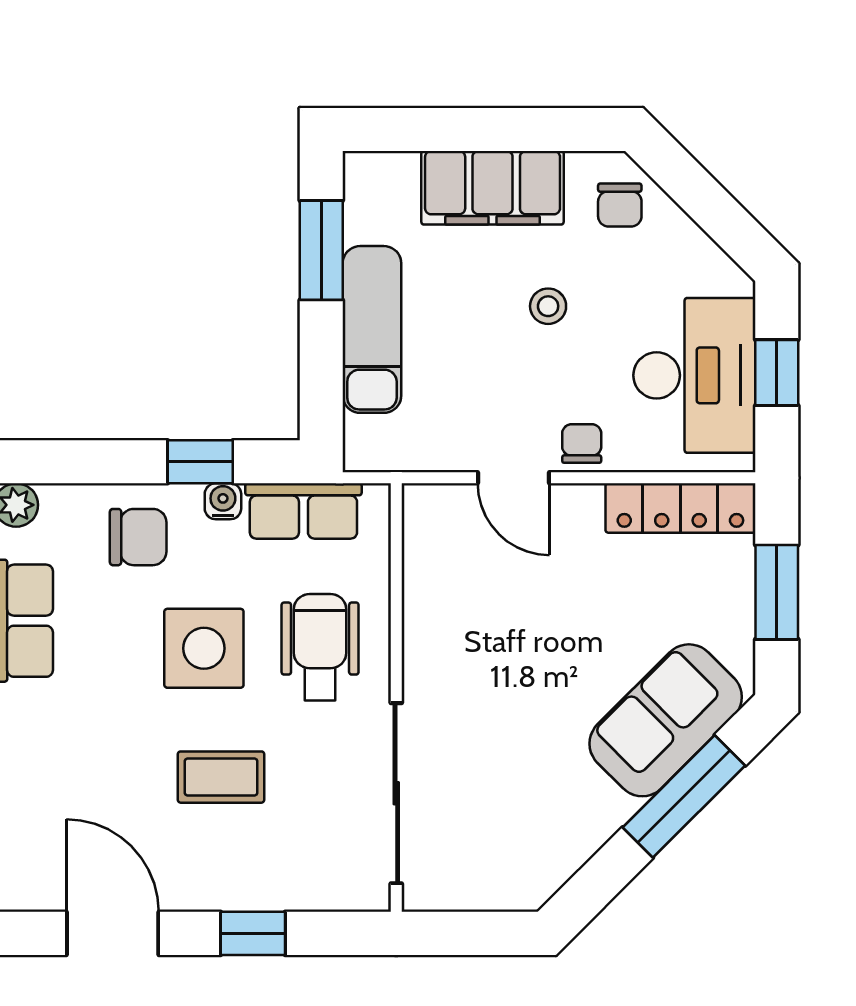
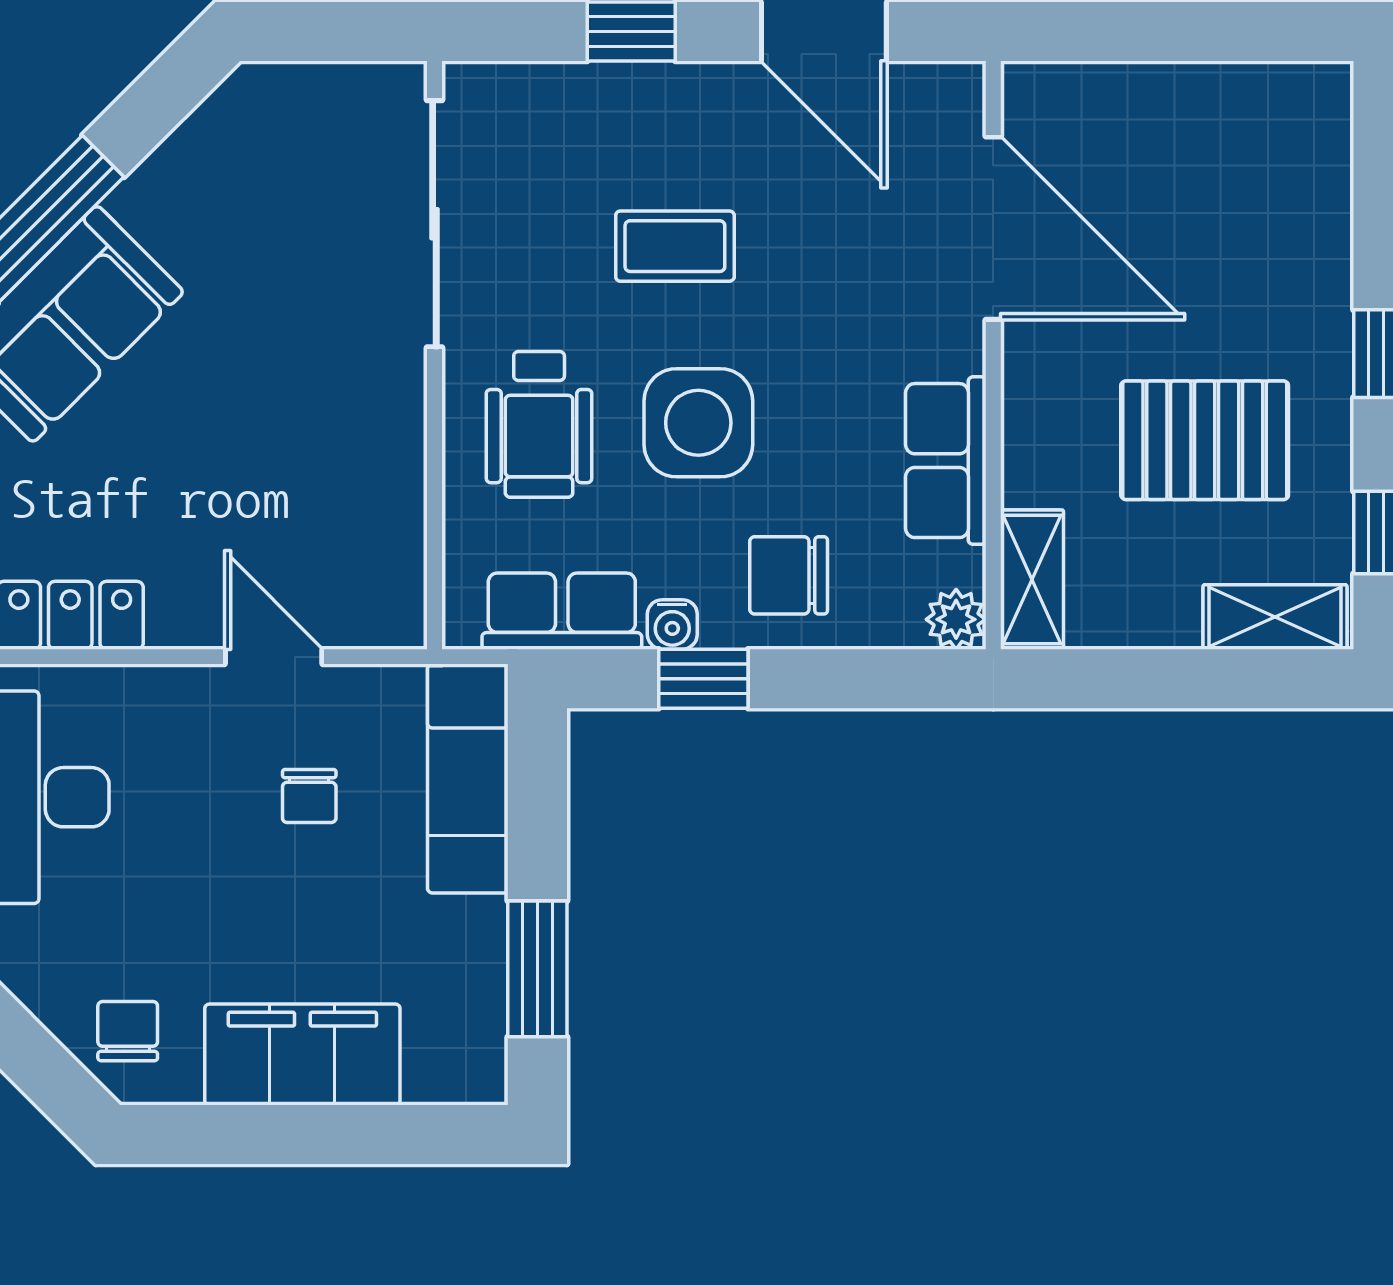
stool: (548, 306) -> (226, 892), removed
exam couch: (372, 329) -> (468, 779), moved
chair: (582, 444) -> (309, 796), moved

